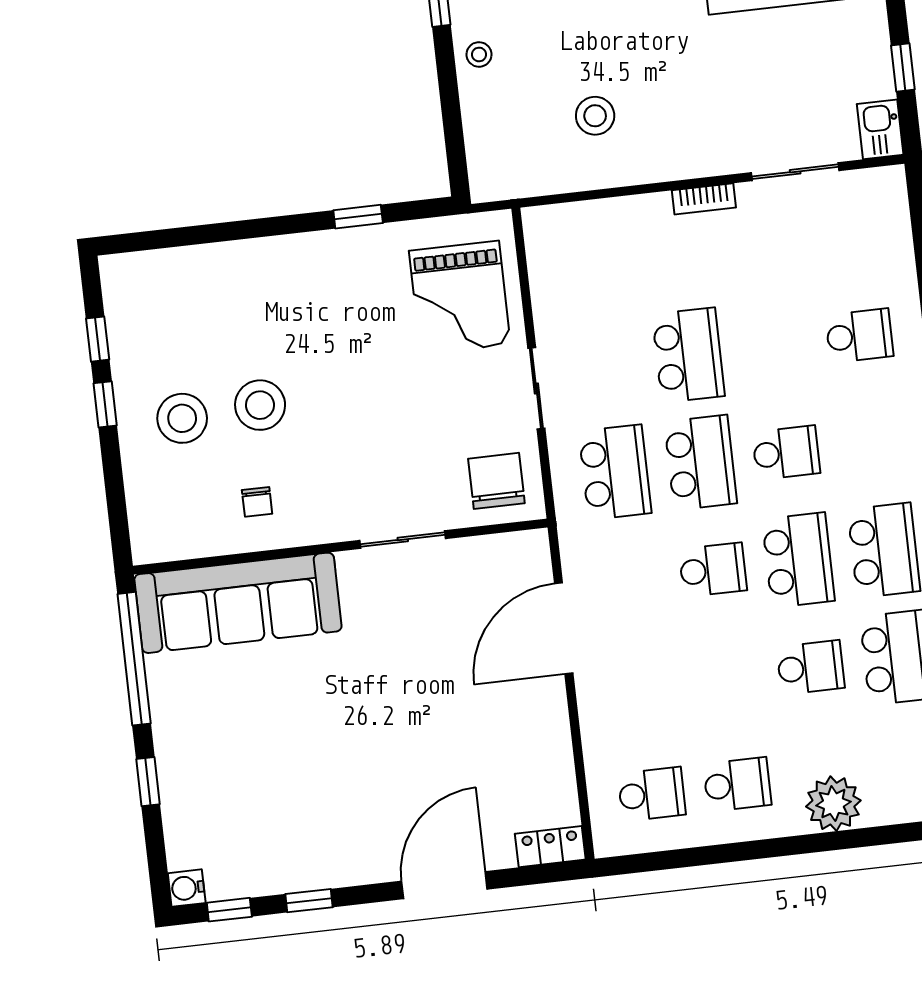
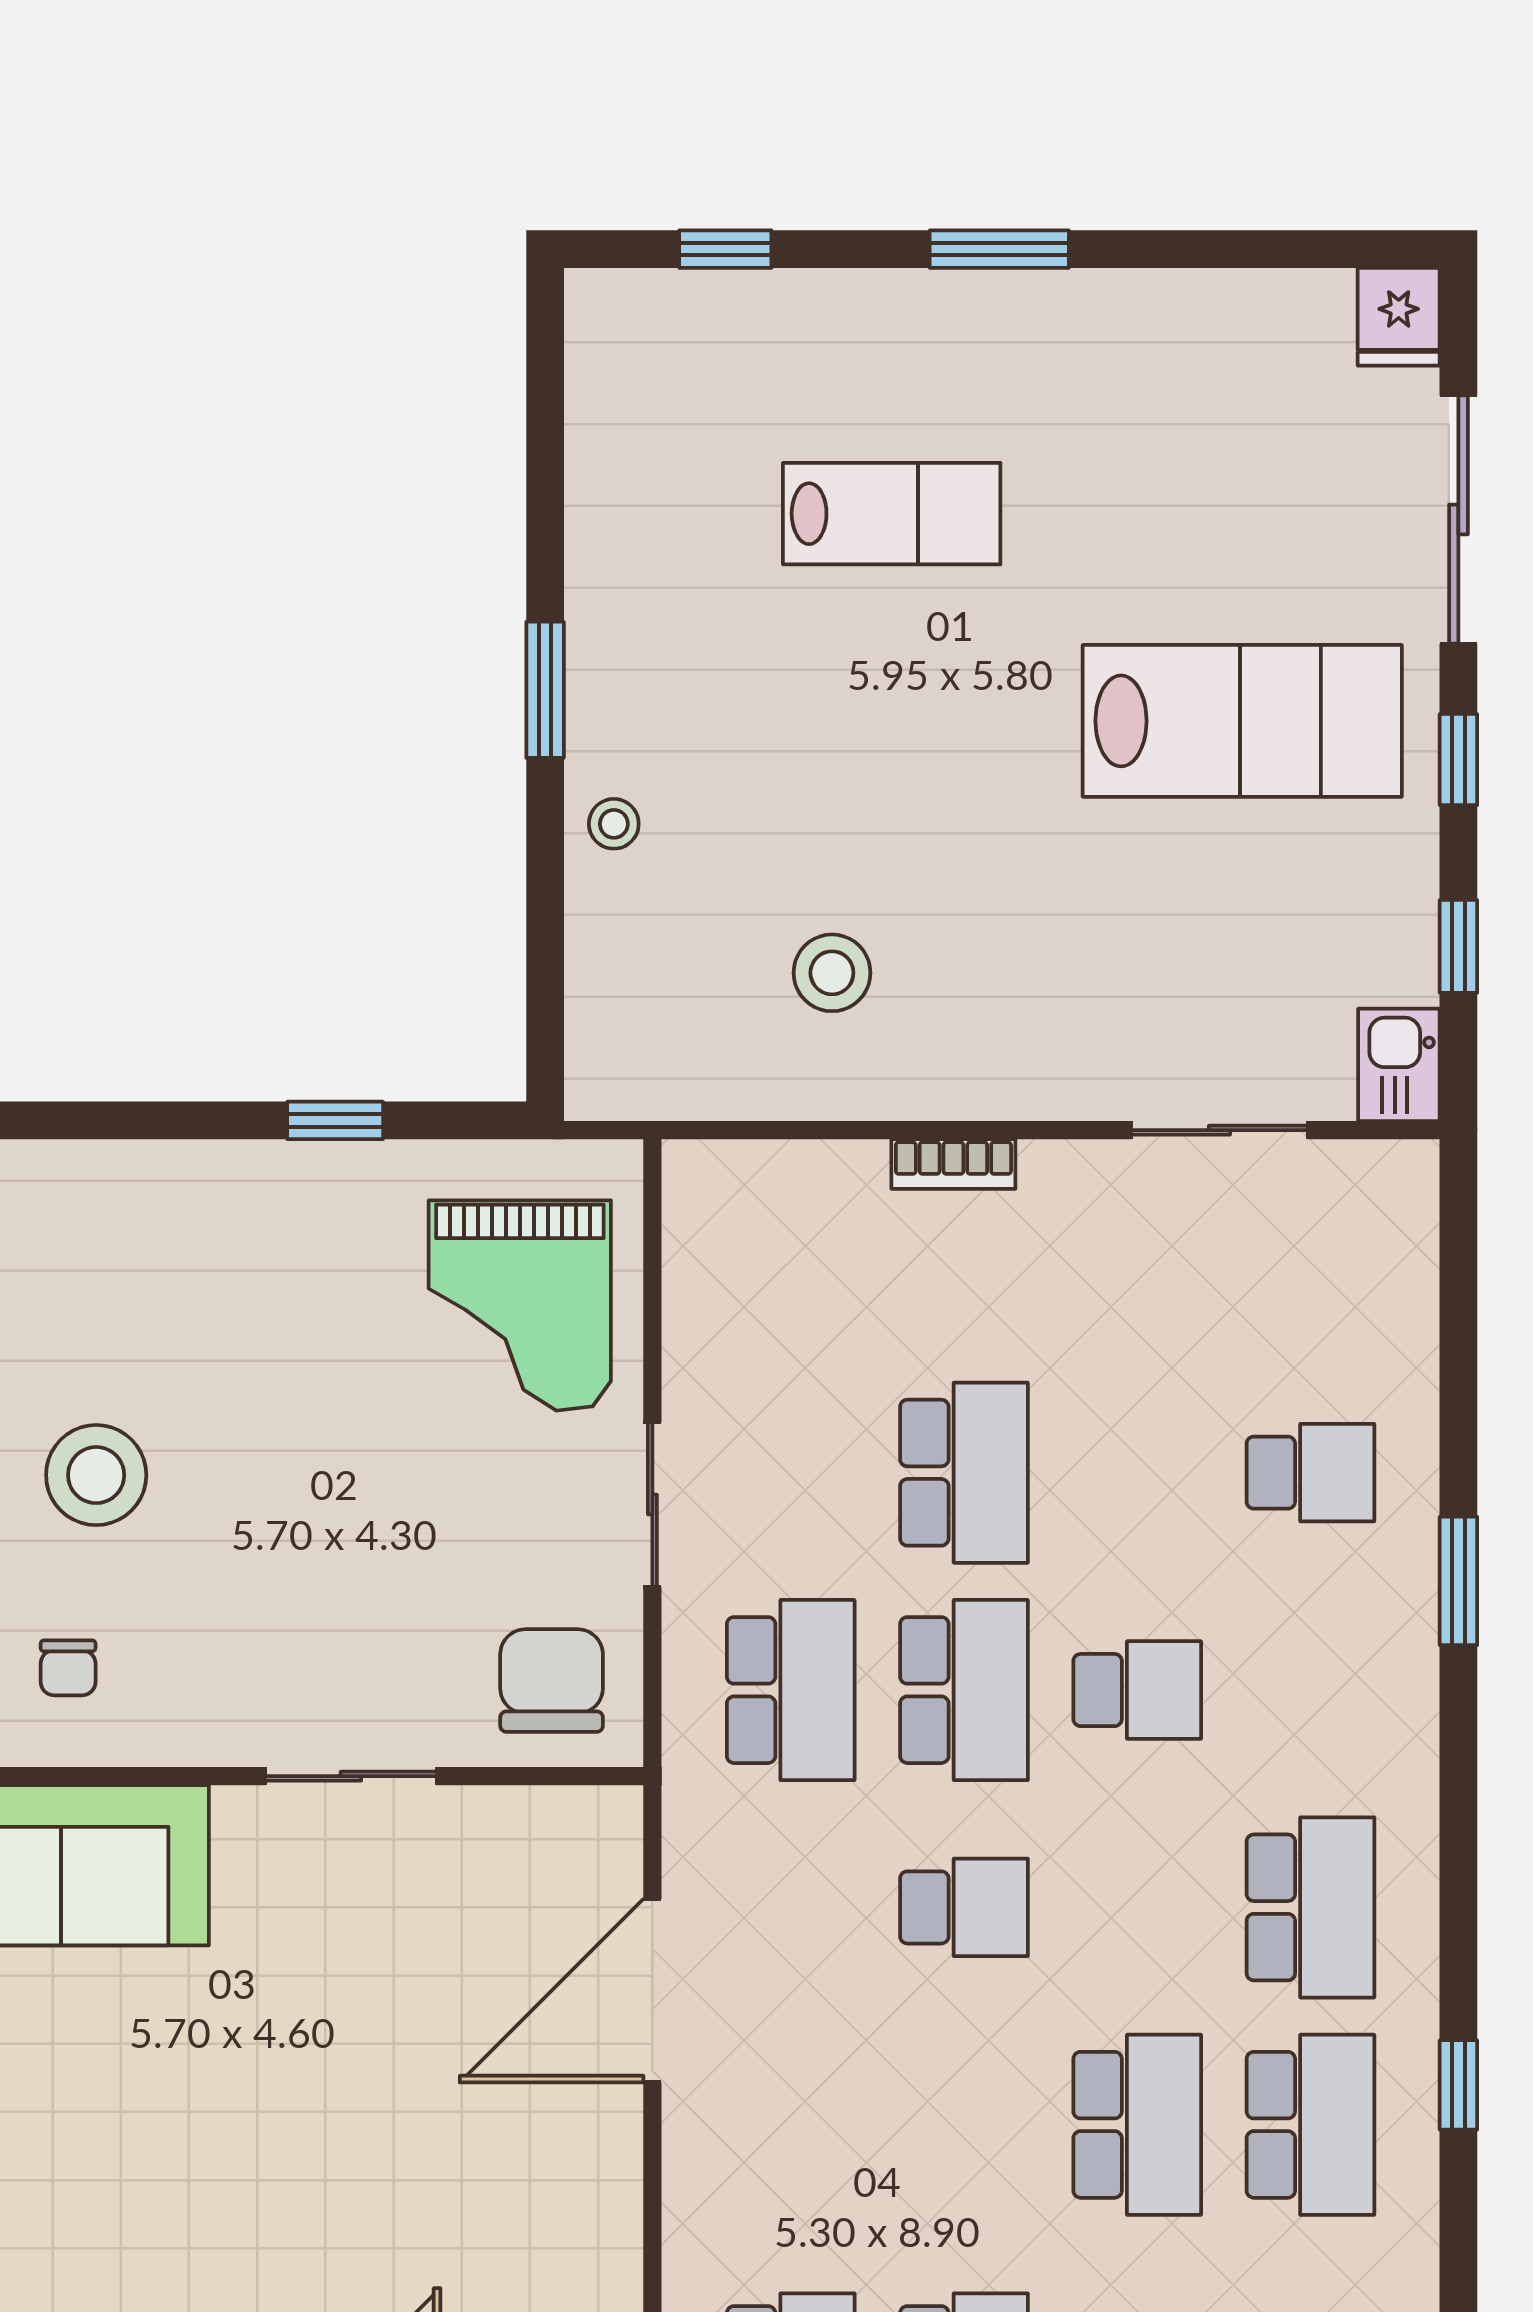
bookcase: (704, 199) -> (953, 1164), moved
school desk: (798, 560) -> (1137, 1907), removed
school desk: (811, 667) -> (1137, 2125), width x1.85

